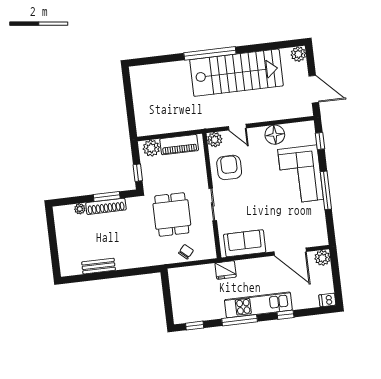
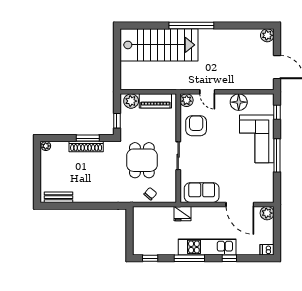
stairs: (236, 73) -> (159, 45), moved
plant: (80, 209) -> (46, 146), moved
bench: (99, 266) -> (58, 197), moved

